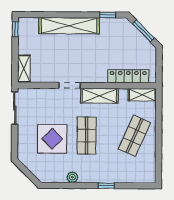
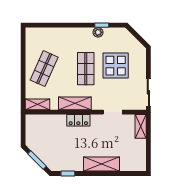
shelving: (69, 26) -> (102, 164), width x0.68
window: (15, 29) -> (148, 161), removed
locker: (128, 76) -> (78, 120), moved, width x0.66
doorway: (70, 85) -> (113, 112), moved
window: (106, 186) -> (102, 25), moved

